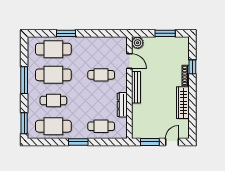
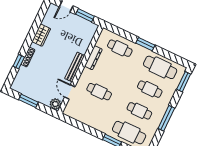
cafe table: (53, 75) -> (139, 111), width x0.73, depth x0.74
wardrobe: (183, 103) -> (41, 35), width x0.67

